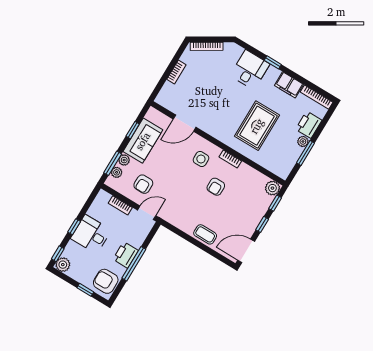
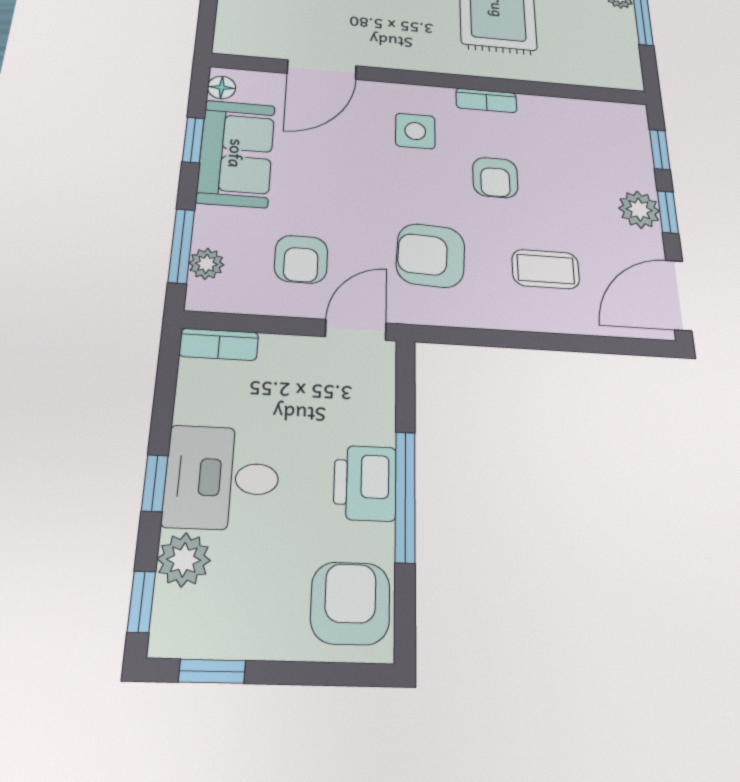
floor lamp: (150, 115) -> (222, 87), added
plant: (124, 160) -> (211, 223), removed
plant: (272, 188) -> (639, 210), moved
armchair: (181, 202) -> (431, 255), added
bookcase: (120, 205) -> (219, 344), moved
coffee table: (205, 234) -> (546, 269), moved
plant: (63, 265) -> (184, 560), moved
armchair: (106, 281) -> (350, 603), turned 90
window: (85, 290) -> (212, 671), moved

